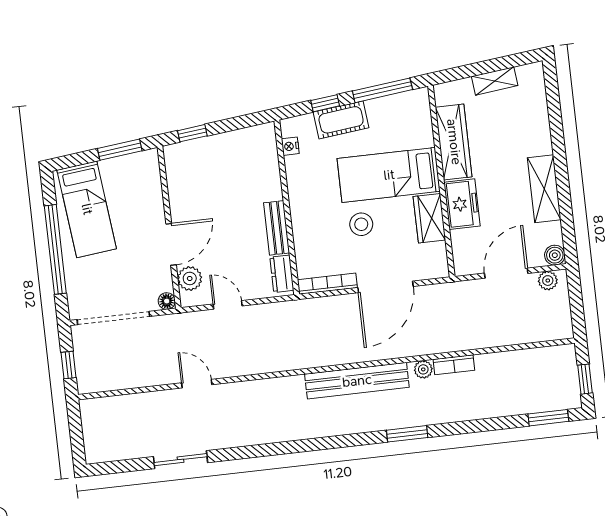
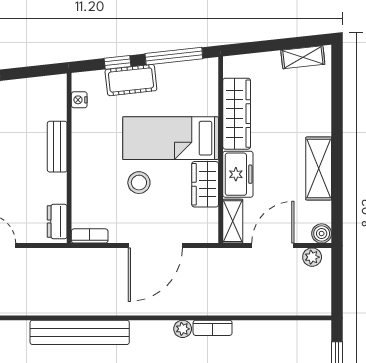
shelving: (495, 81) -> (303, 57), moved
bench: (277, 228) -> (57, 147), moved
shelving: (462, 253) -> (233, 221), added
bookcase: (327, 284) -> (90, 236), width x0.64
bench: (357, 381) -> (80, 332), moved

